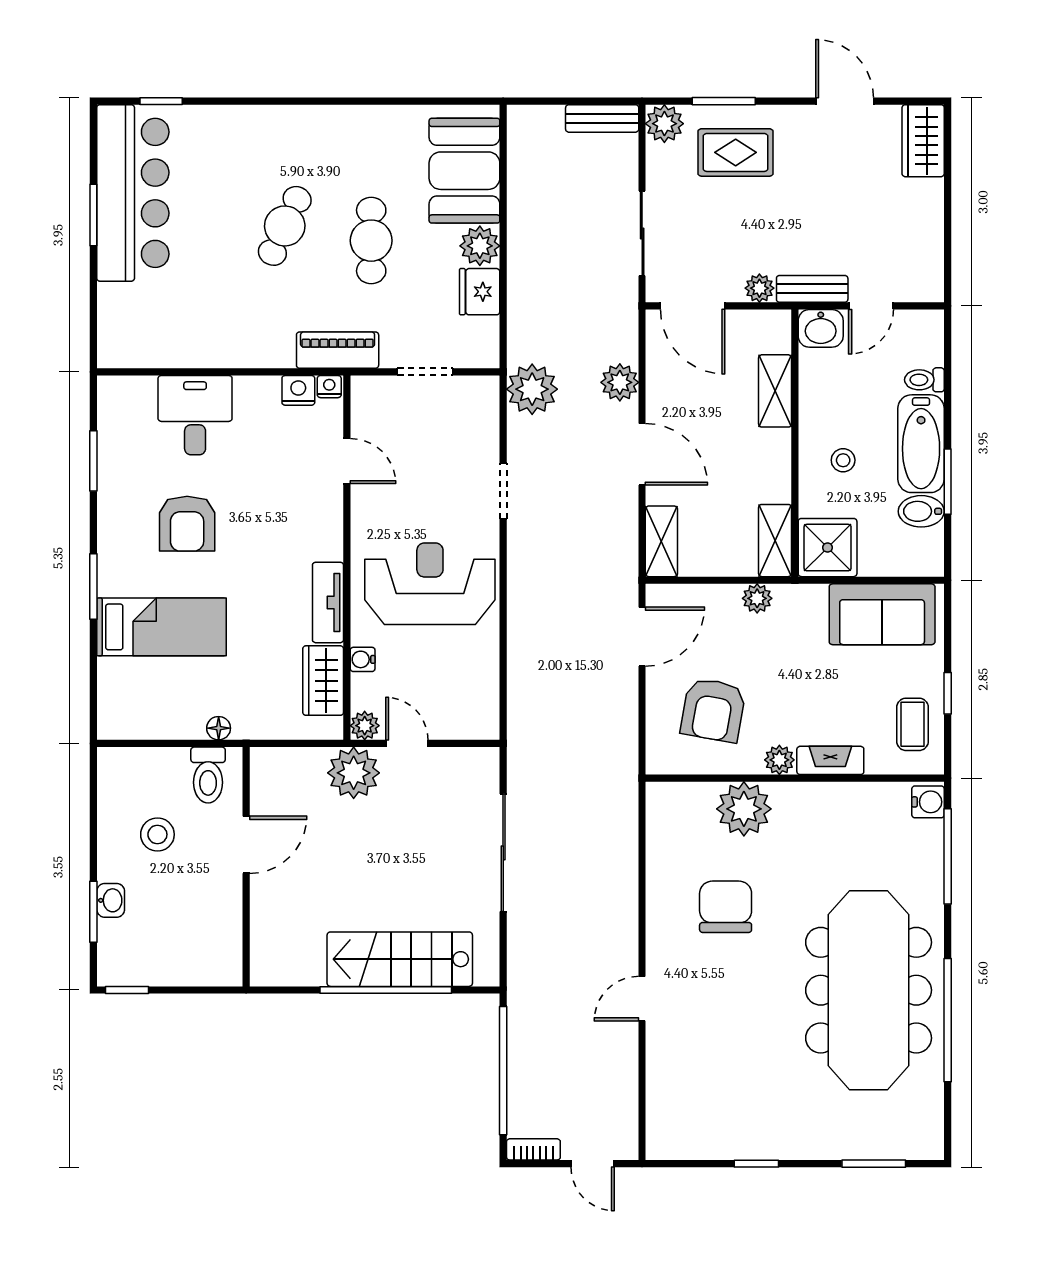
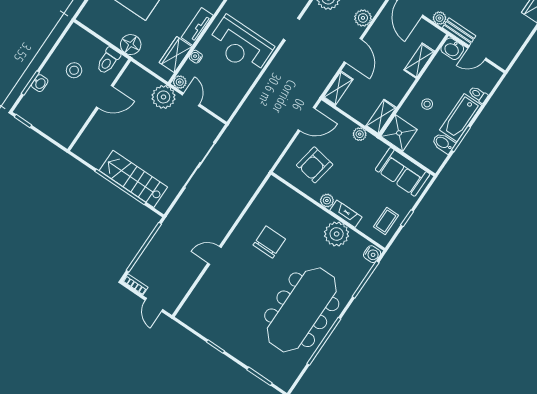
reception desk: (430, 584) -> (240, 45), turned 180
floor lamp: (219, 728) -> (131, 45), width x1.89, depth x1.89
plant: (744, 809) -> (337, 234), moved

